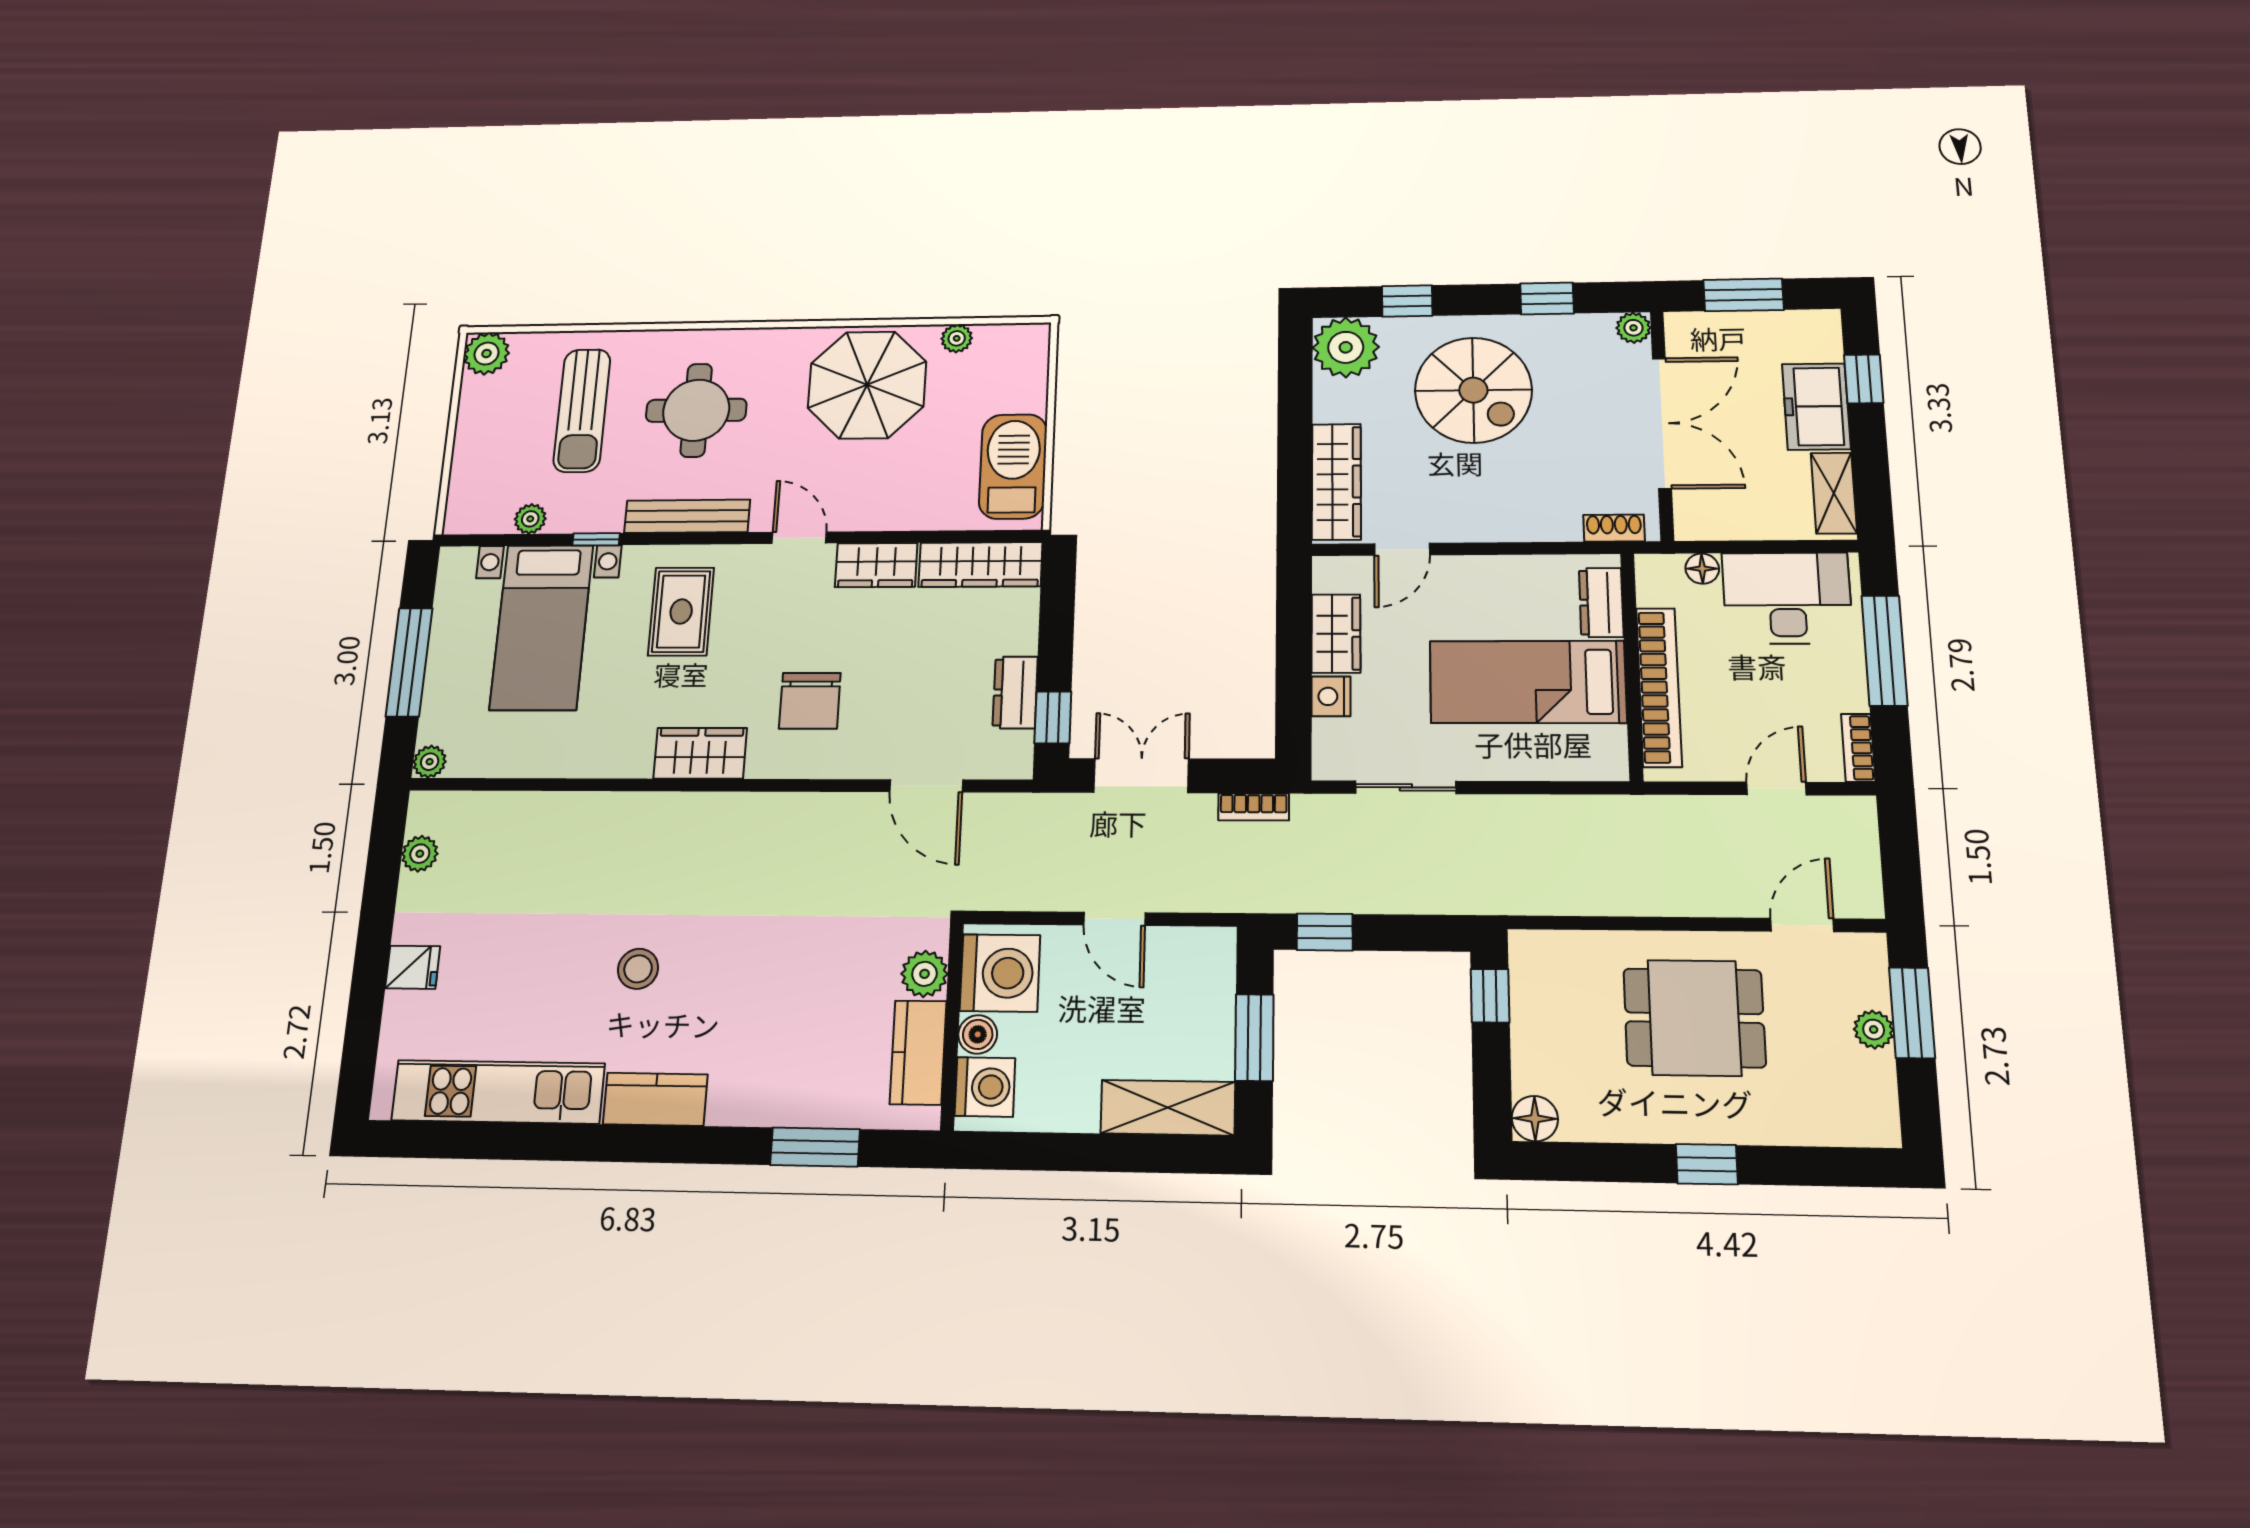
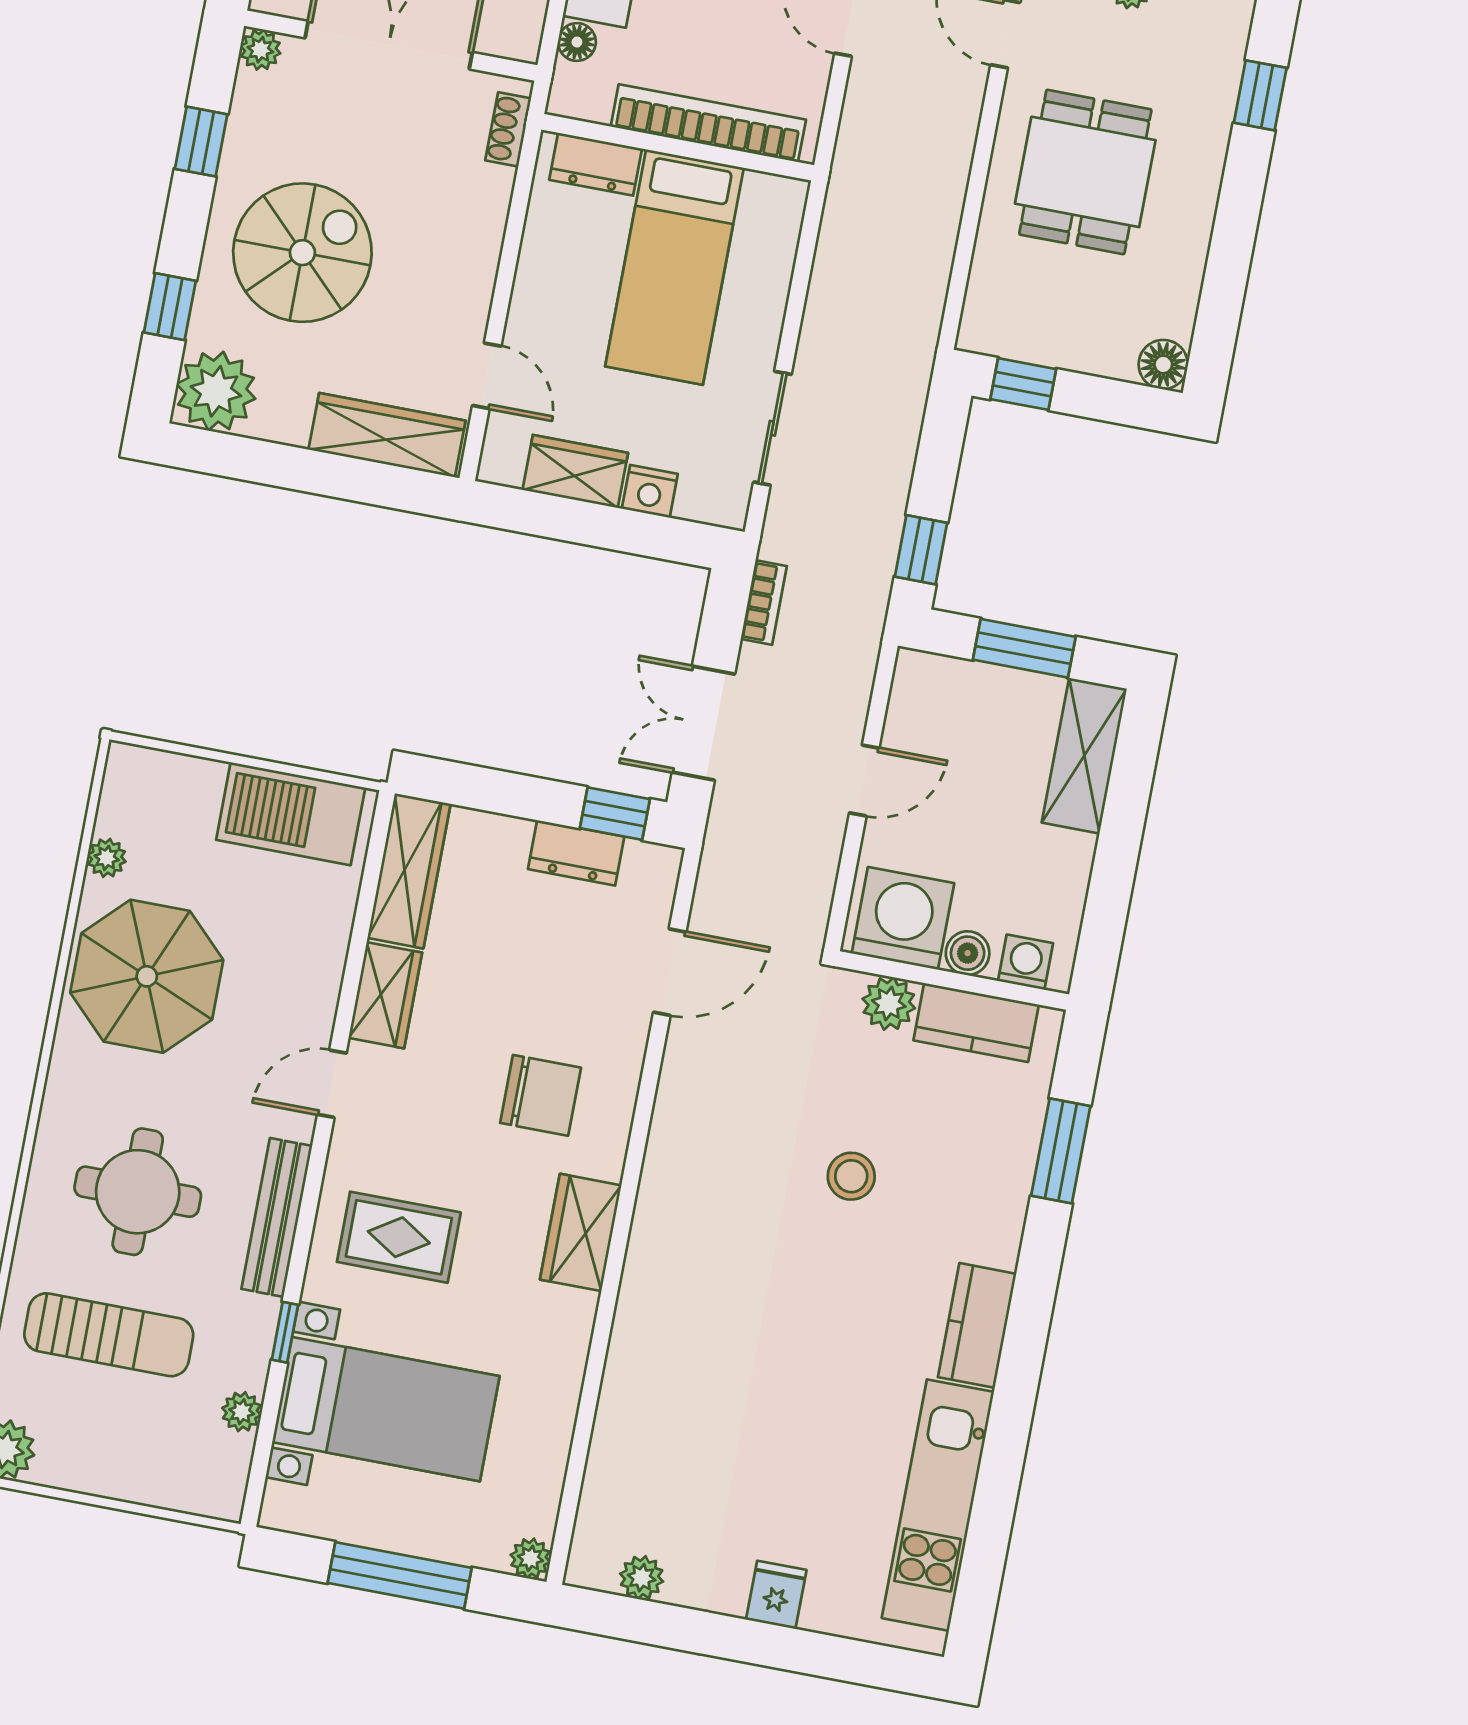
stool: (638, 969) -> (851, 1176), moved
washing machine: (985, 1087) -> (1026, 962), width x0.73, depth x0.73
window: (1707, 1164) -> (1260, 95), moved

